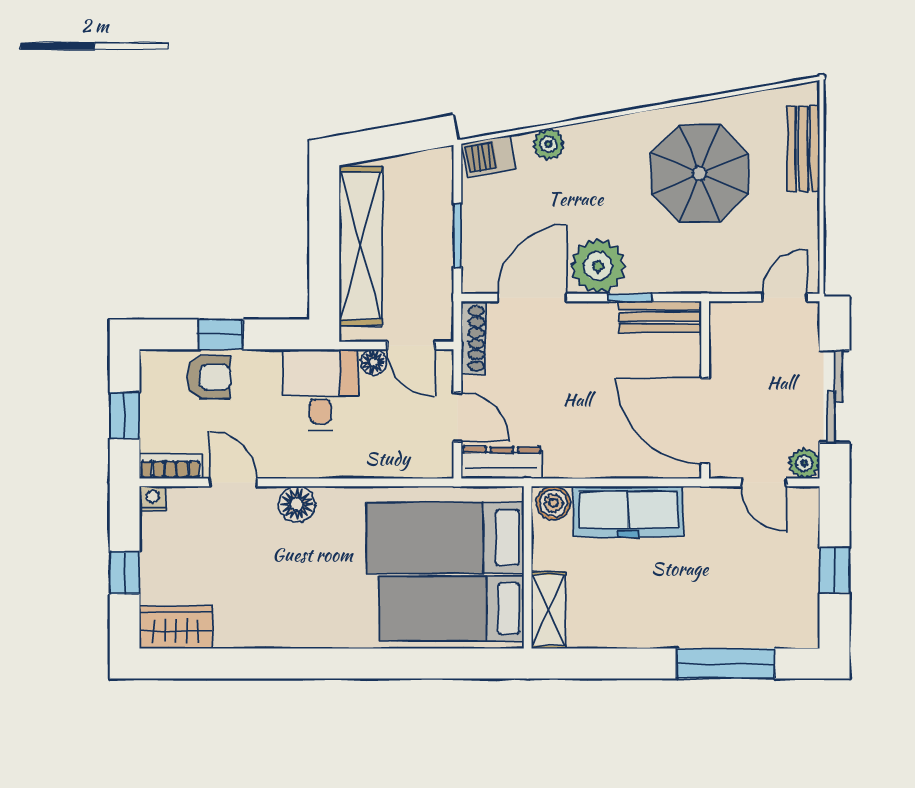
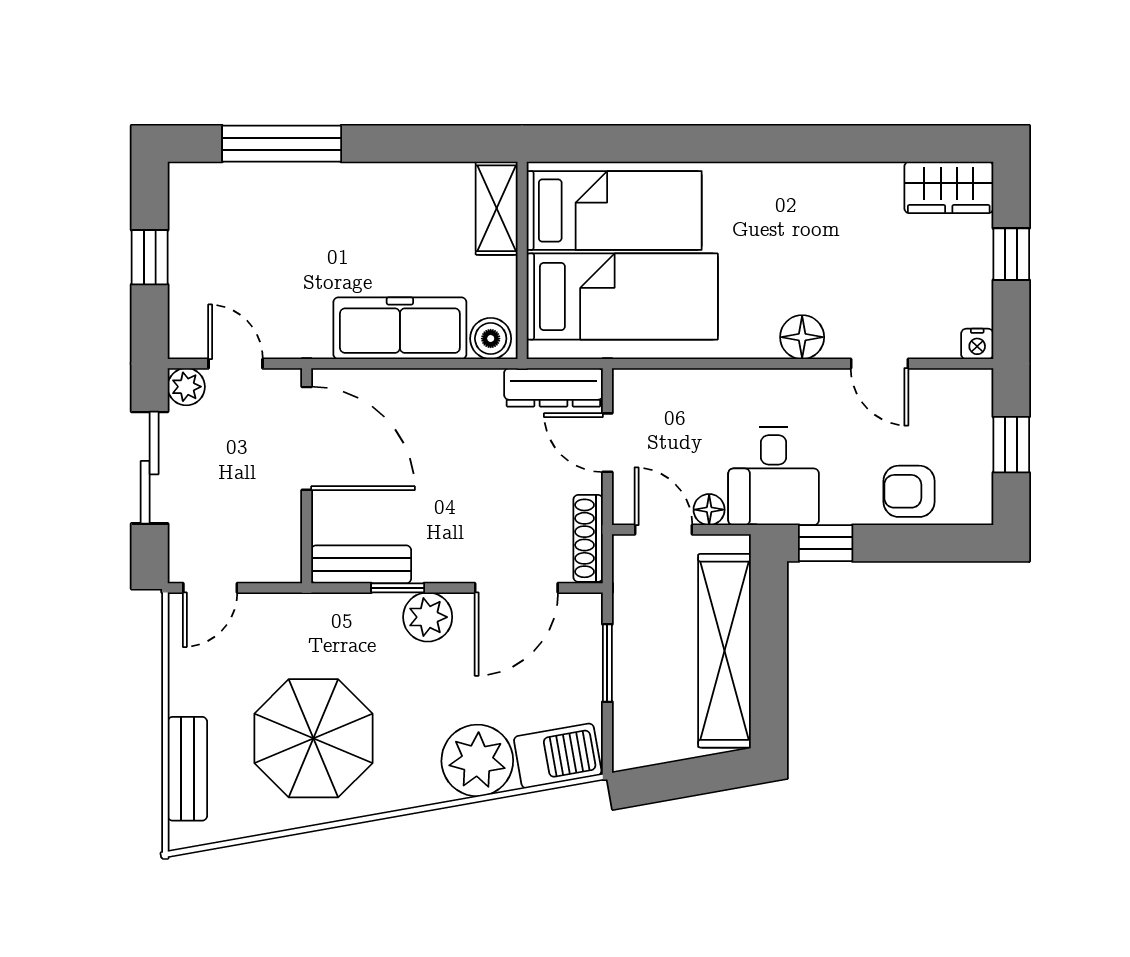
plant: (549, 144) -> (477, 760), width x1.87, depth x1.87
barbecue: (489, 156) -> (558, 756), width x1.38, depth x1.27
plant: (598, 266) -> (428, 617), width x0.73, depth x0.73
window: (221, 334) -> (826, 543), moved
bookcase: (170, 466) -> (956, 383), removed

